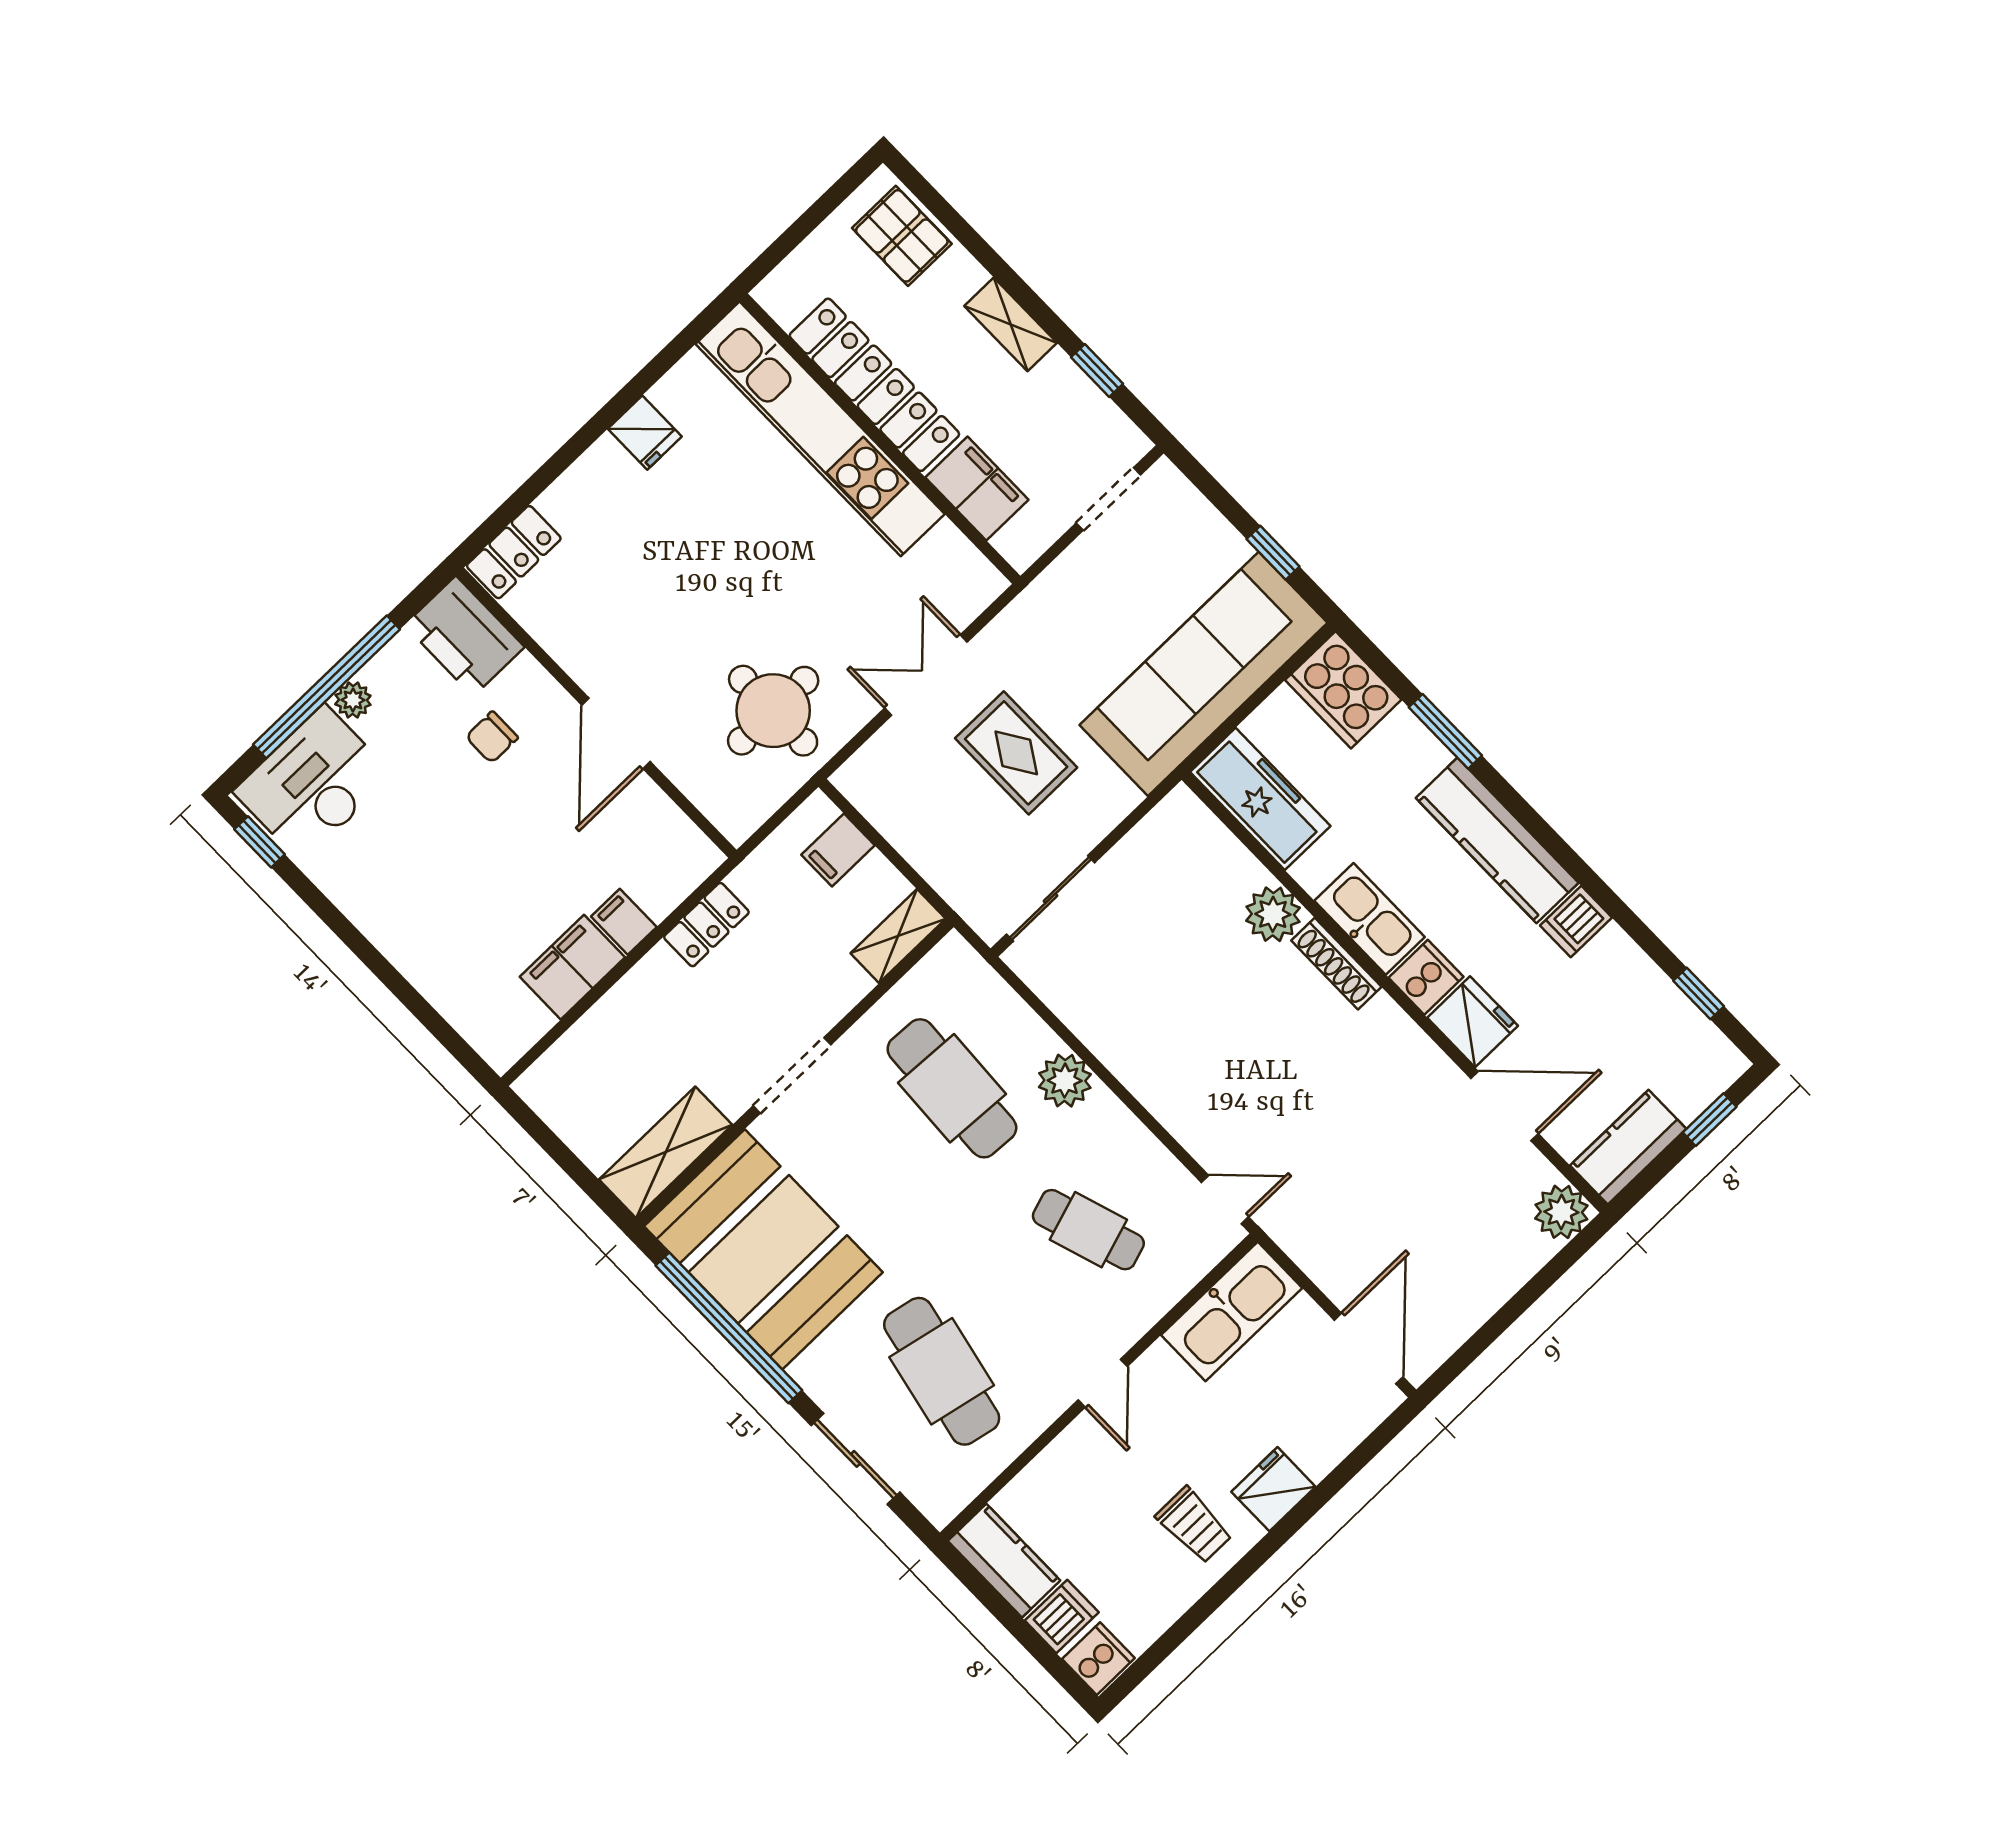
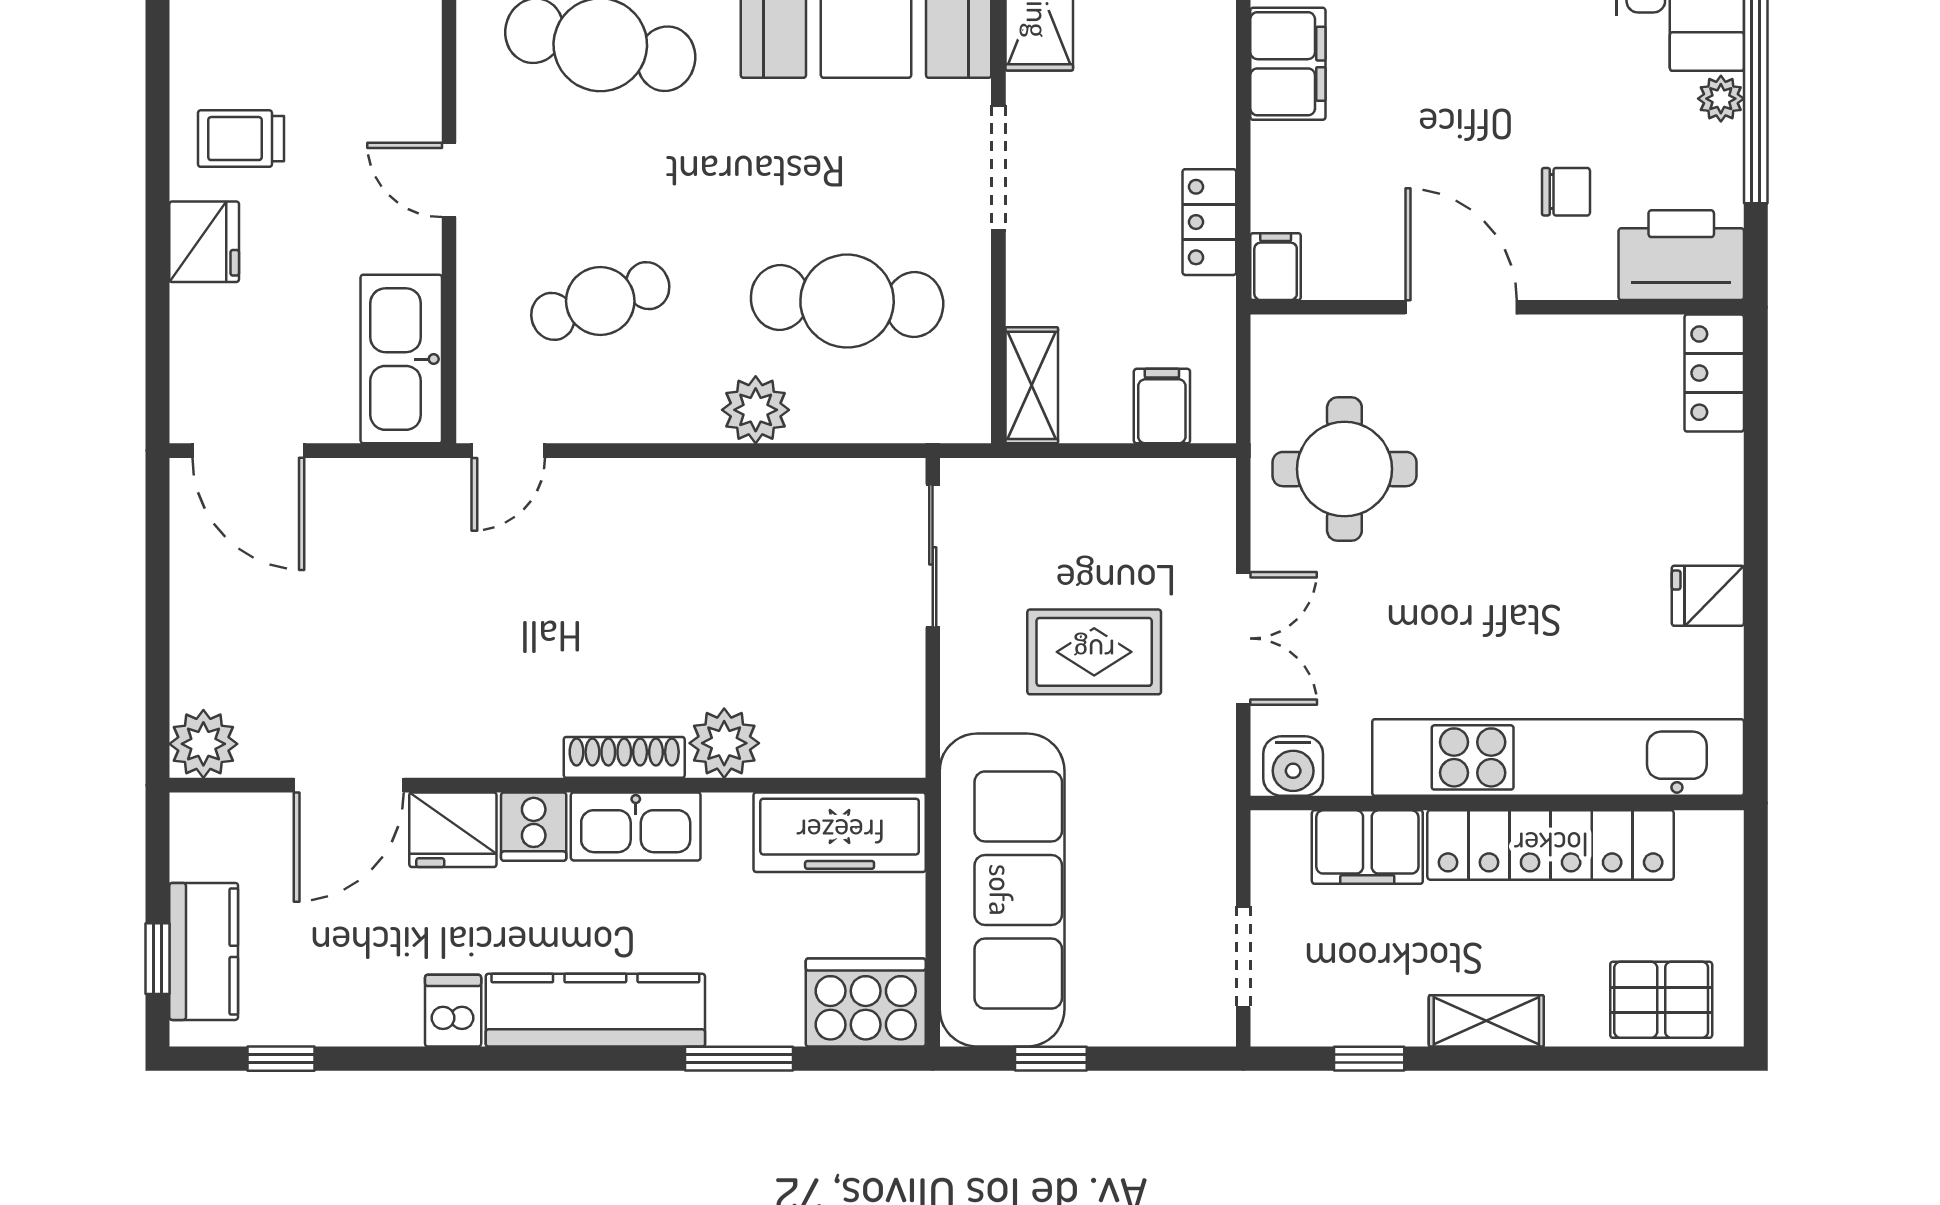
water cooler: (972, 576) -> (1293, 766), added
chair: (492, 737) -> (1566, 192), turned 90
filing cabinet: (624, 922) -> (1276, 267), moved, turned -90
kitchen counter: (1628, 1147) -> (204, 951), moved

